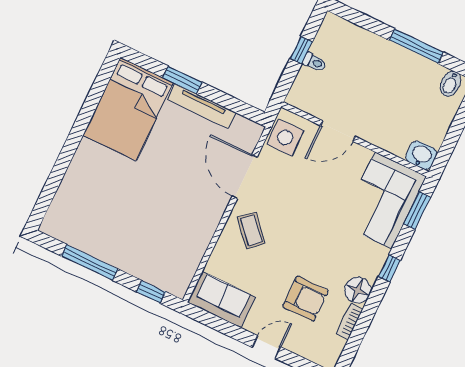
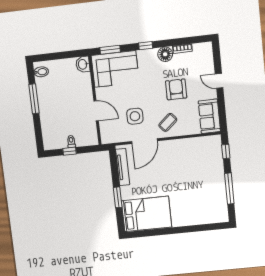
tv unit: (202, 106) -> (123, 167), moved
side table: (285, 137) -> (135, 116), moved
armchair: (305, 299) -> (176, 89), moved

